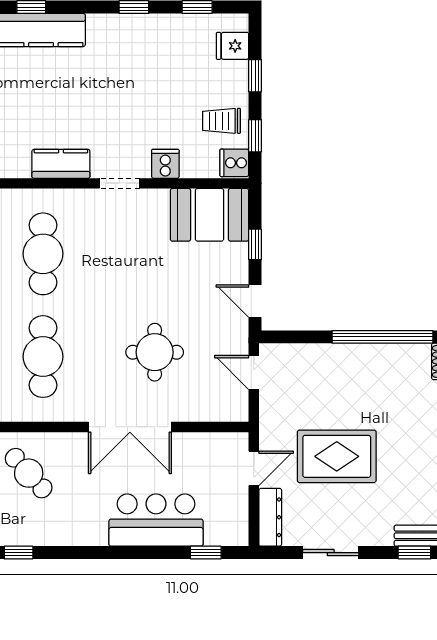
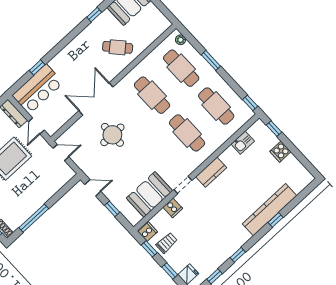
booth: (210, 215) -> (149, 194), moved
window: (382, 337) -> (34, 218), width x0.68
door: (254, 373) -> (61, 153), moved
bar counter: (156, 520) -> (38, 89), moved
window: (206, 553) -> (37, 67), moved

